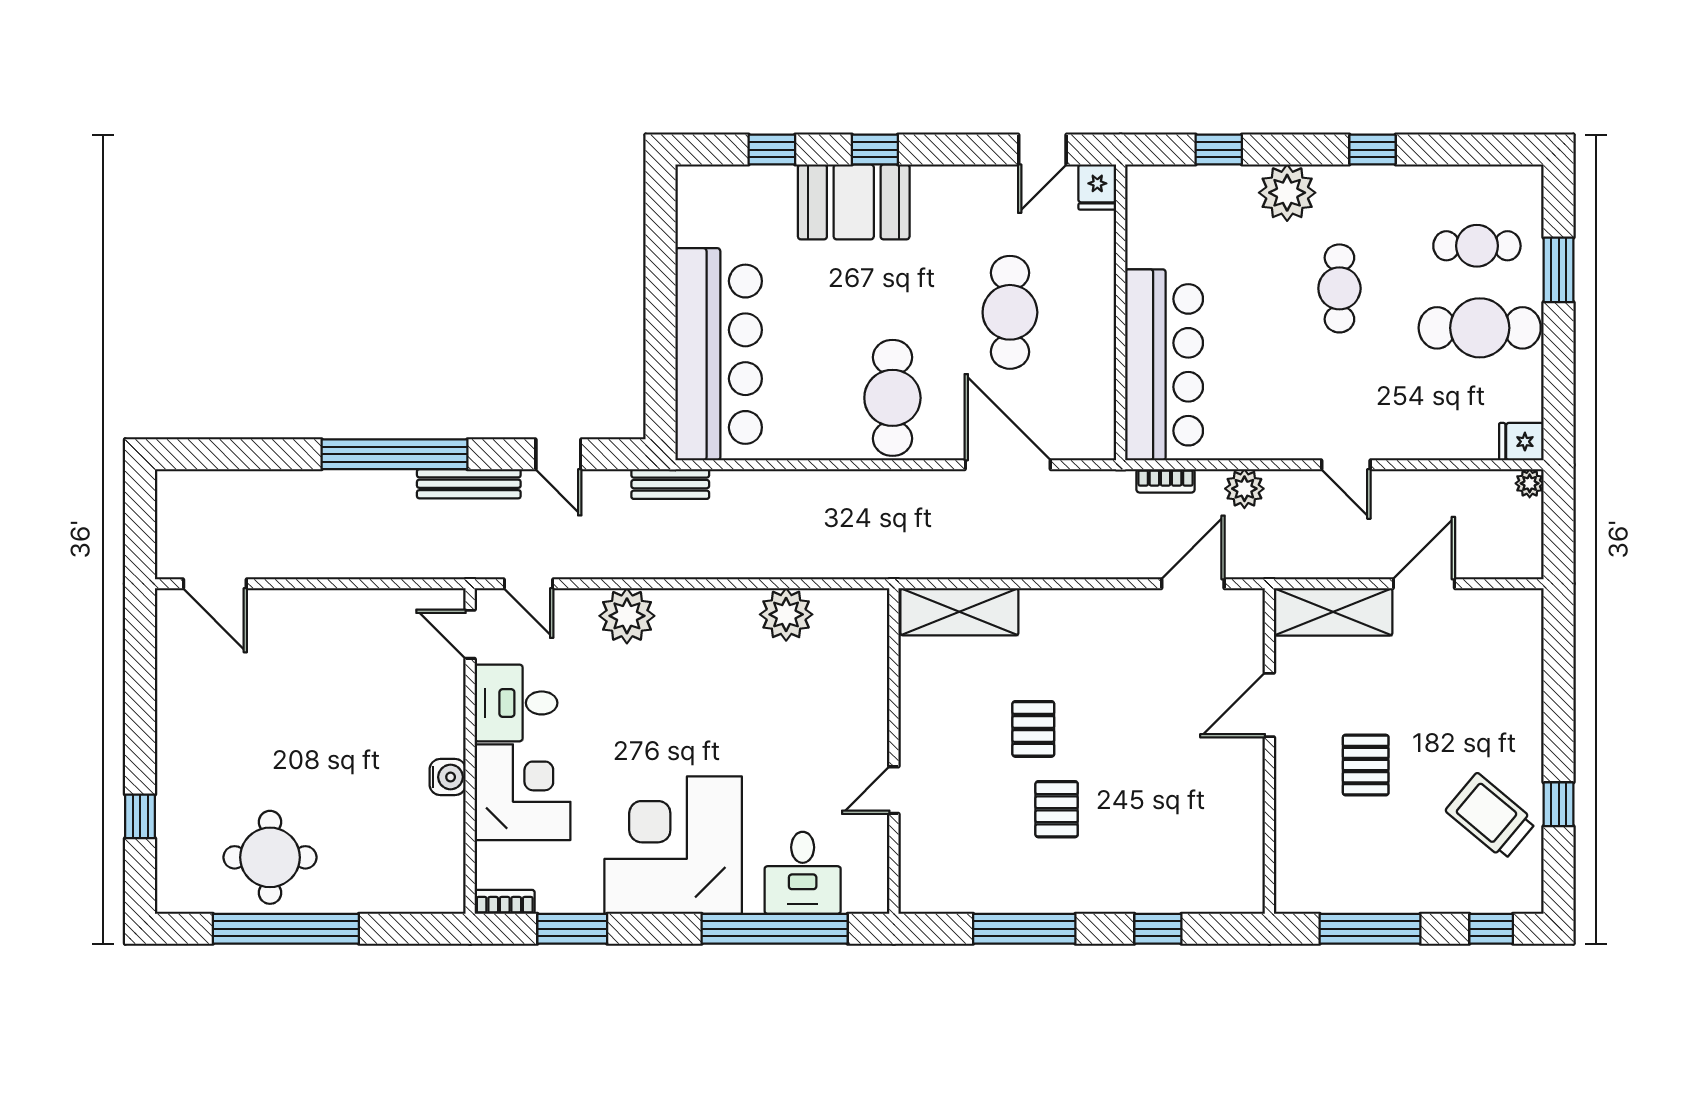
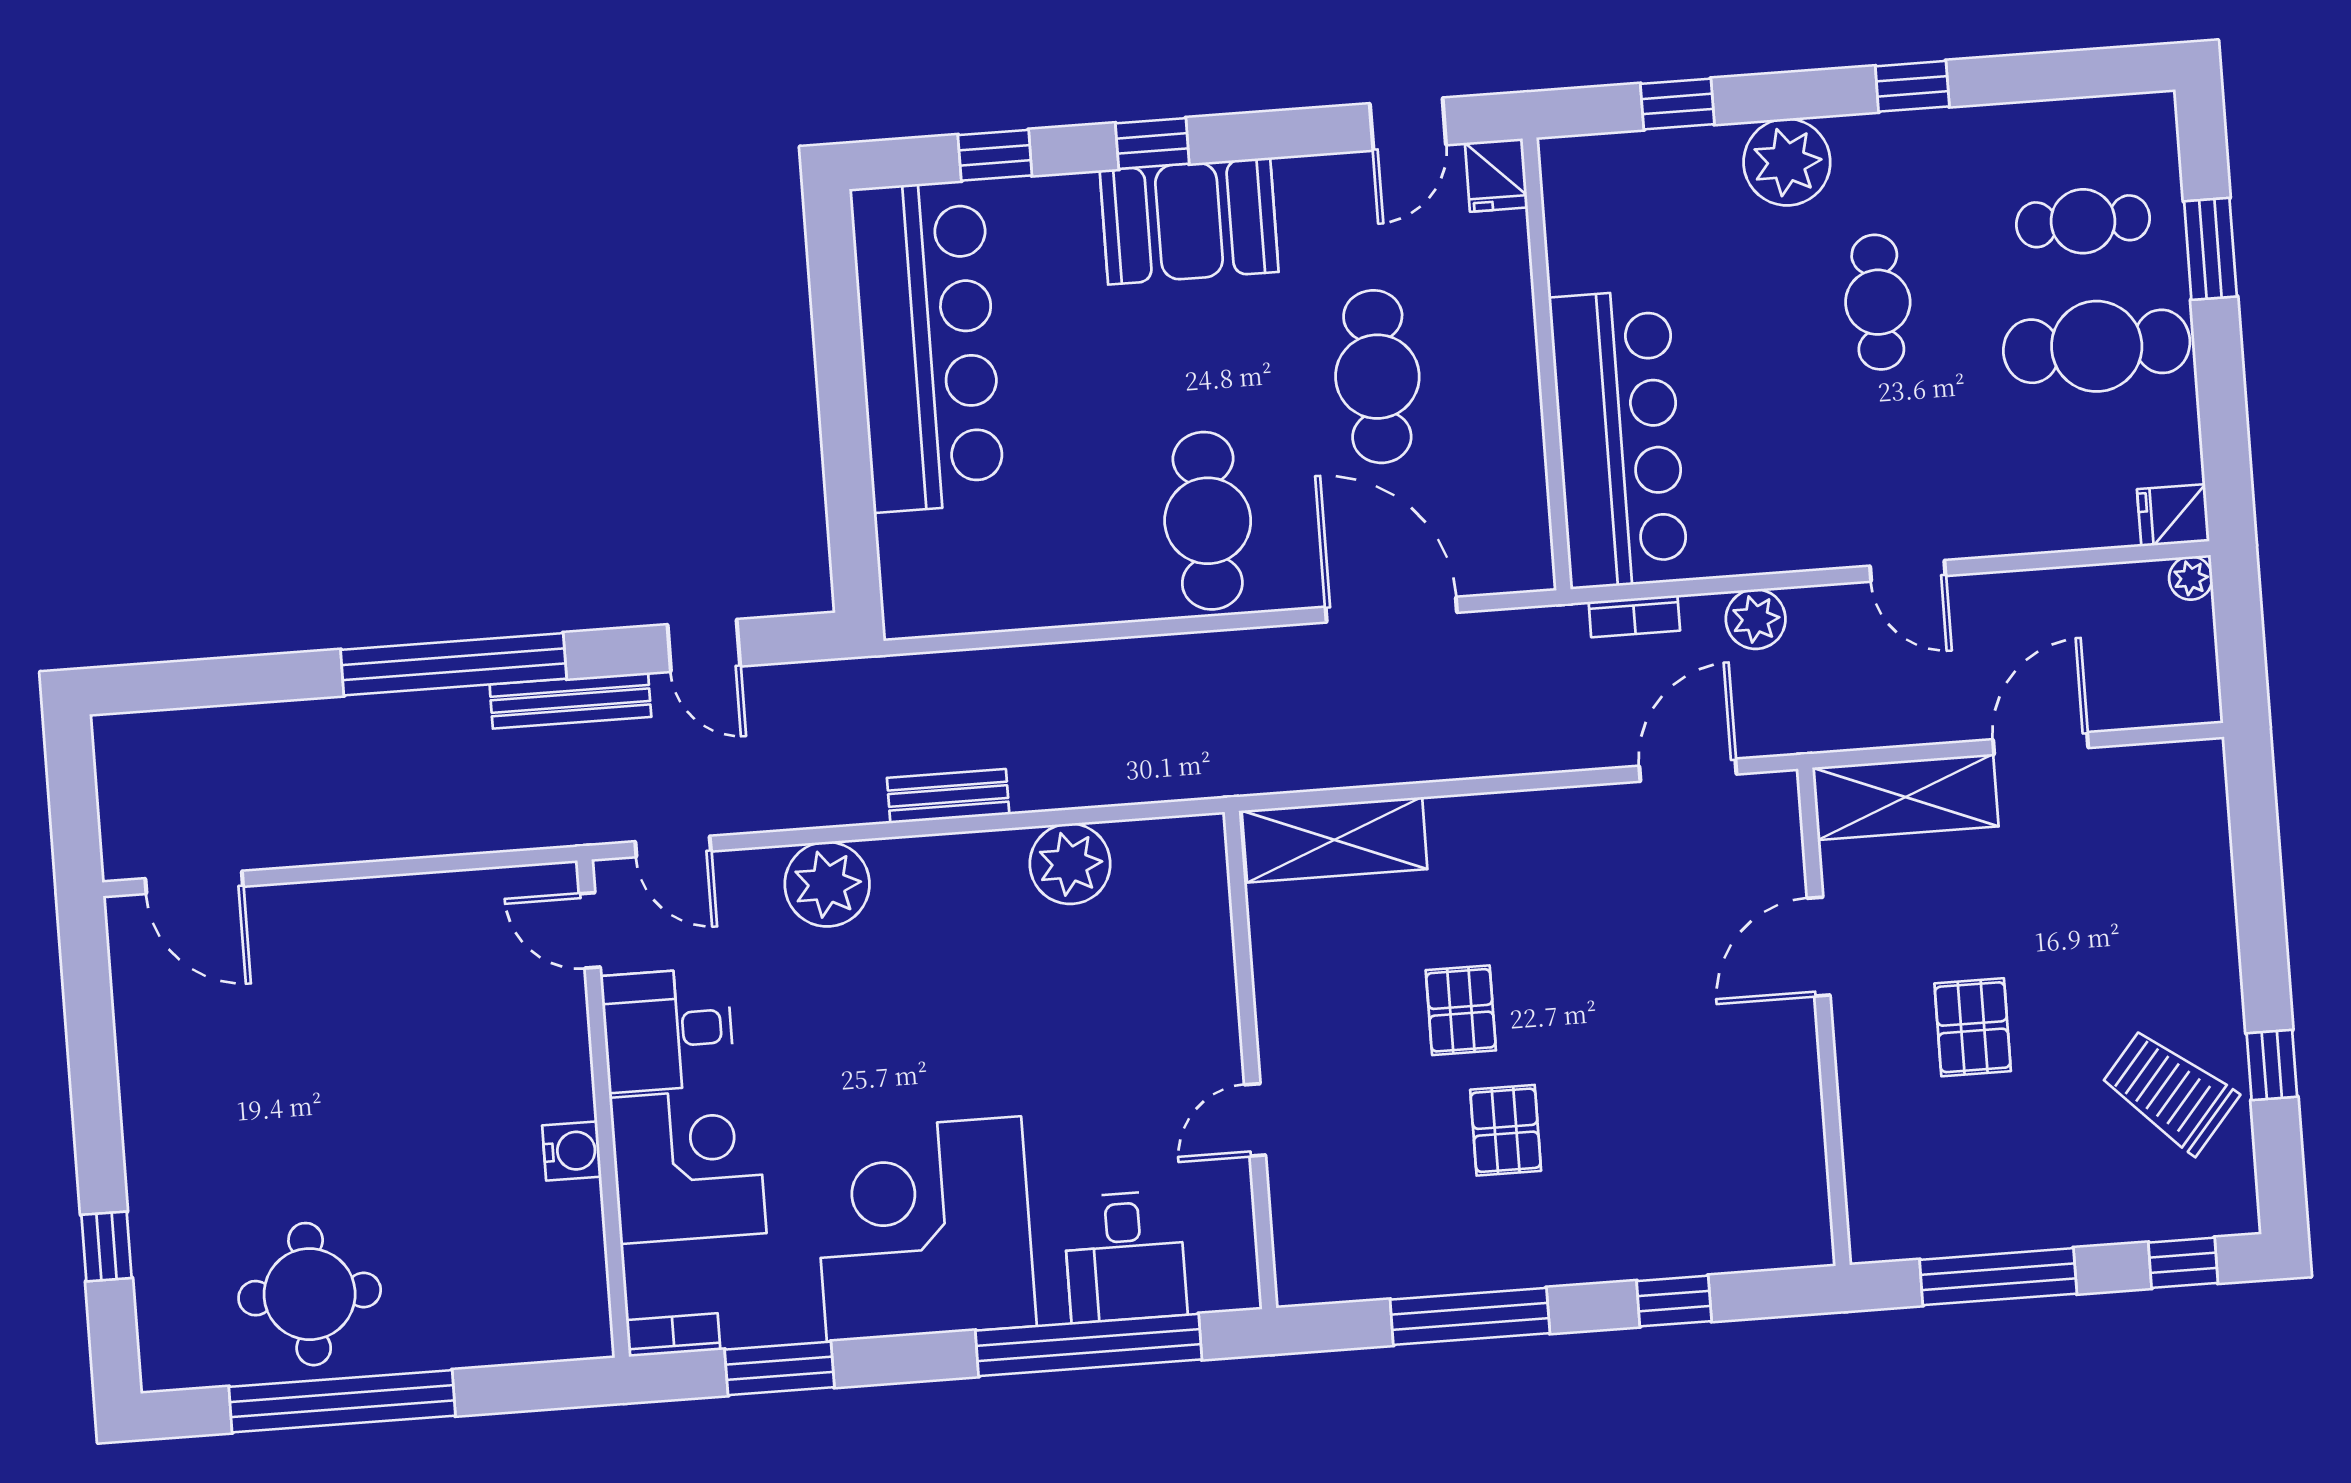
booth: (854, 202) -> (1189, 221), moved
bar counter: (719, 354) -> (927, 346), moved
bench: (670, 484) -> (948, 796), moved

